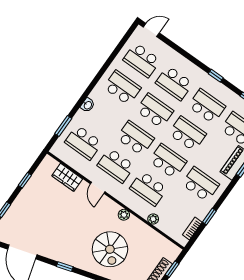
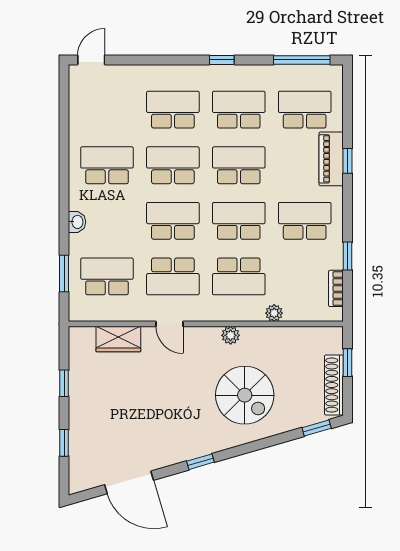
school desk: (142, 60) -> (107, 110), removed
school desk: (174, 83) -> (173, 110), turned 180
school desk: (83, 142) -> (107, 276), turned 180

